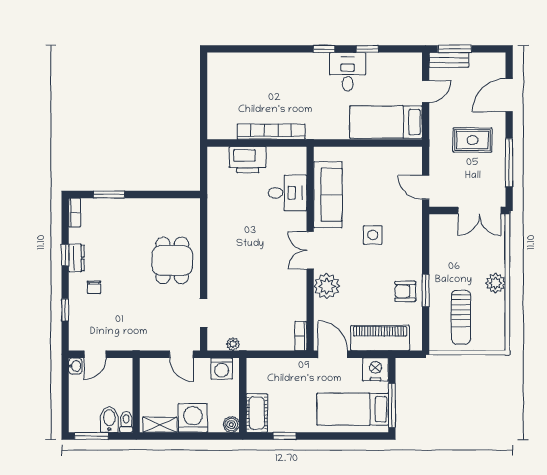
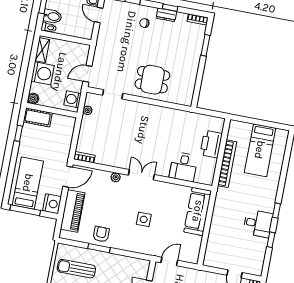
bed: (386, 122) -> (260, 150), moved, turned 180
sofa: (328, 195) -> (198, 211), moved, turned 90
plant: (327, 286) -> (116, 177), width x0.53, depth x0.53

